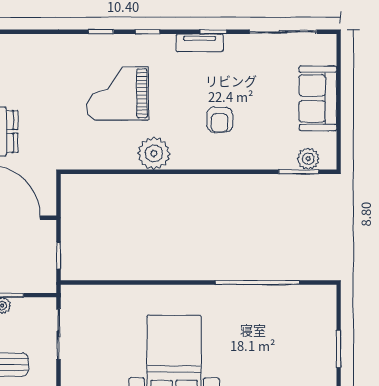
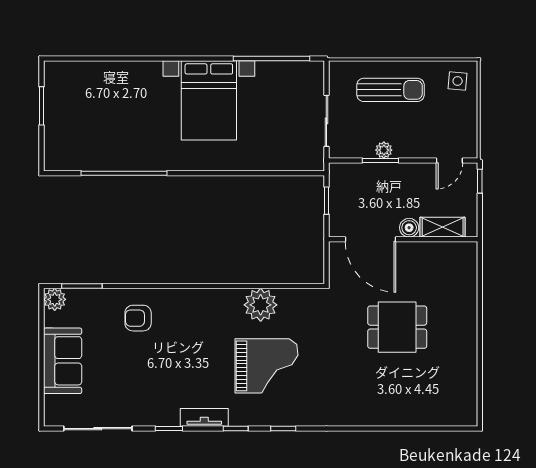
tv unit: (200, 43) -> (204, 417), moved
armchair: (220, 120) -> (138, 318), moved, turned -90
plant: (154, 153) -> (261, 305), moved
plant: (308, 159) -> (55, 299), moved

